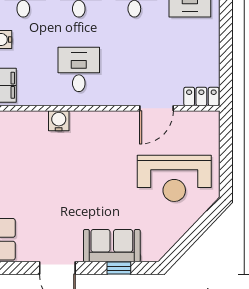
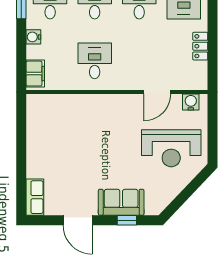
locker: (201, 96) -> (200, 46), moved, turned -90
water cooler: (59, 121) -> (191, 102), moved

